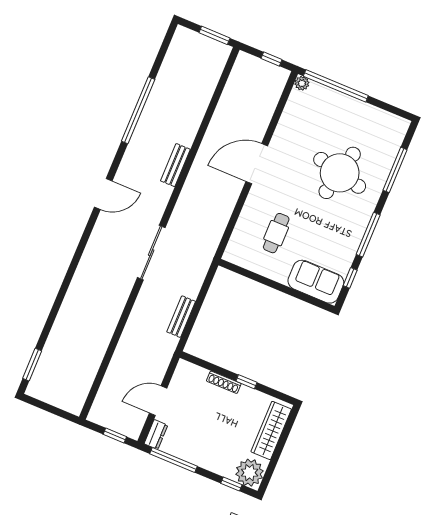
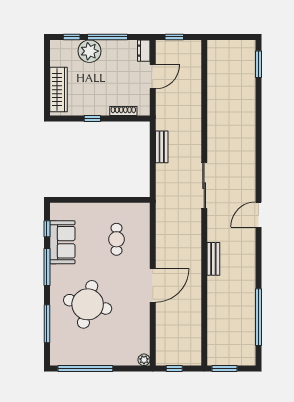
window: (336, 86) -> (85, 369), moved
window: (138, 110) -> (258, 317), moved
sofa: (316, 282) -> (62, 242), moved, turned -90
shoe rack: (224, 382) -> (123, 111), moved
window: (174, 460) -> (108, 37), moved
plant: (250, 473) -> (89, 51), moved

